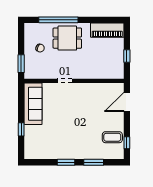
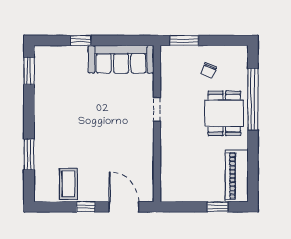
window: (127, 56) -> (218, 207), moved
window: (127, 143) -> (86, 207), moved
window: (66, 162) -> (29, 71), moved

